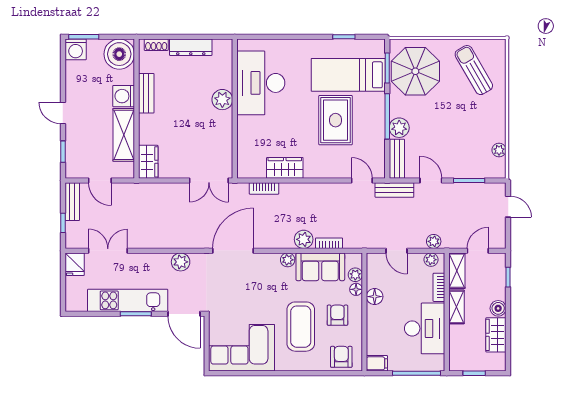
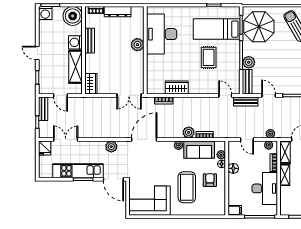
rug: (336, 120) -> (209, 57), width x0.73, depth x0.70
armchair: (341, 357) -> (212, 206), removed

